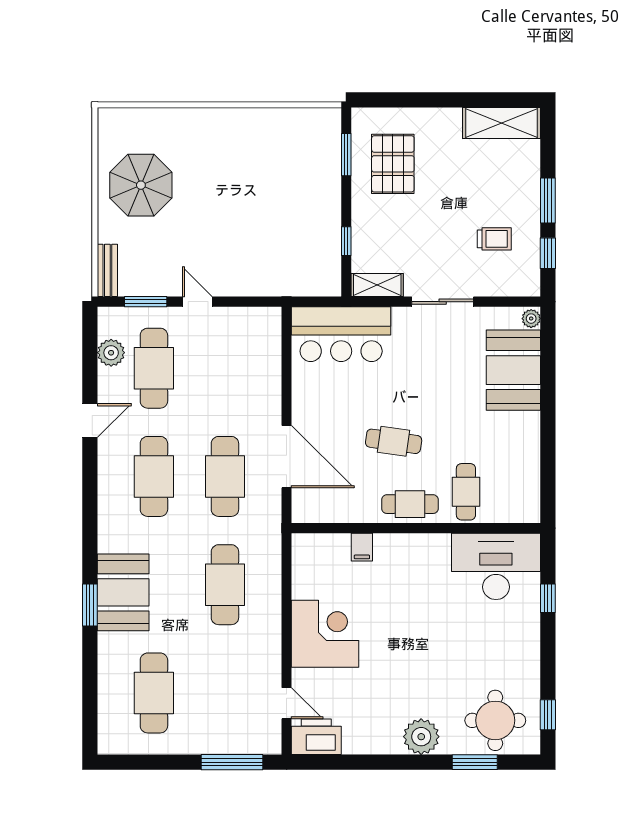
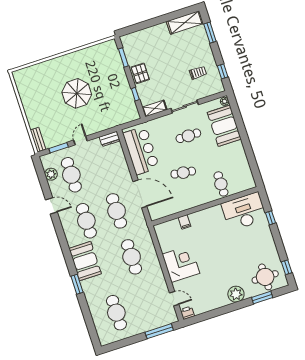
pallet: (393, 164) -> (140, 73), moved, width x0.67, depth x0.71
parasol: (141, 185) -> (77, 93), moved
window: (548, 200) -> (210, 33), moved
door: (197, 302) -> (80, 141), hinge flipped
dresser: (260, 318) -> (109, 139), added
bar counter: (341, 334) -> (141, 150), moved, turned -90
door: (90, 420) -> (51, 206), hinge flipped
cafe table: (410, 504) -> (188, 136), moved
booth: (123, 592) -> (85, 261), moved
printer: (316, 737) -> (187, 313), width x0.53, depth x0.68

